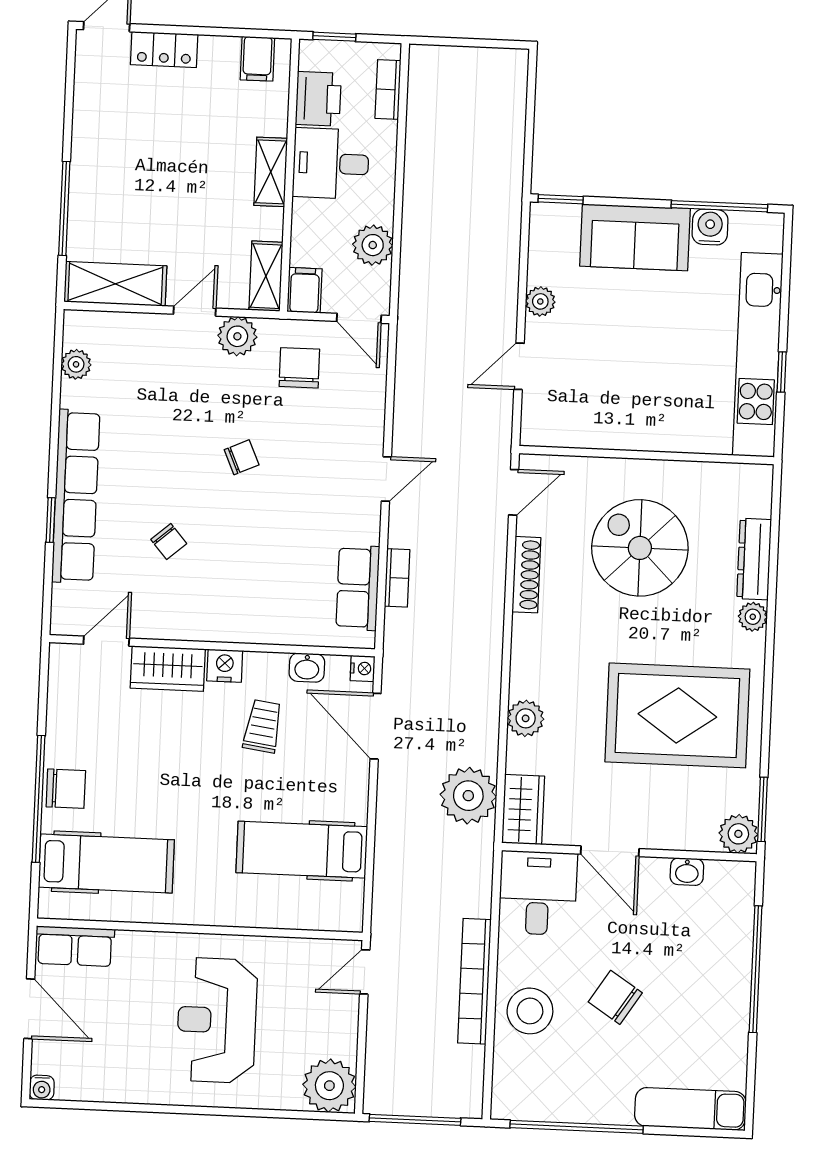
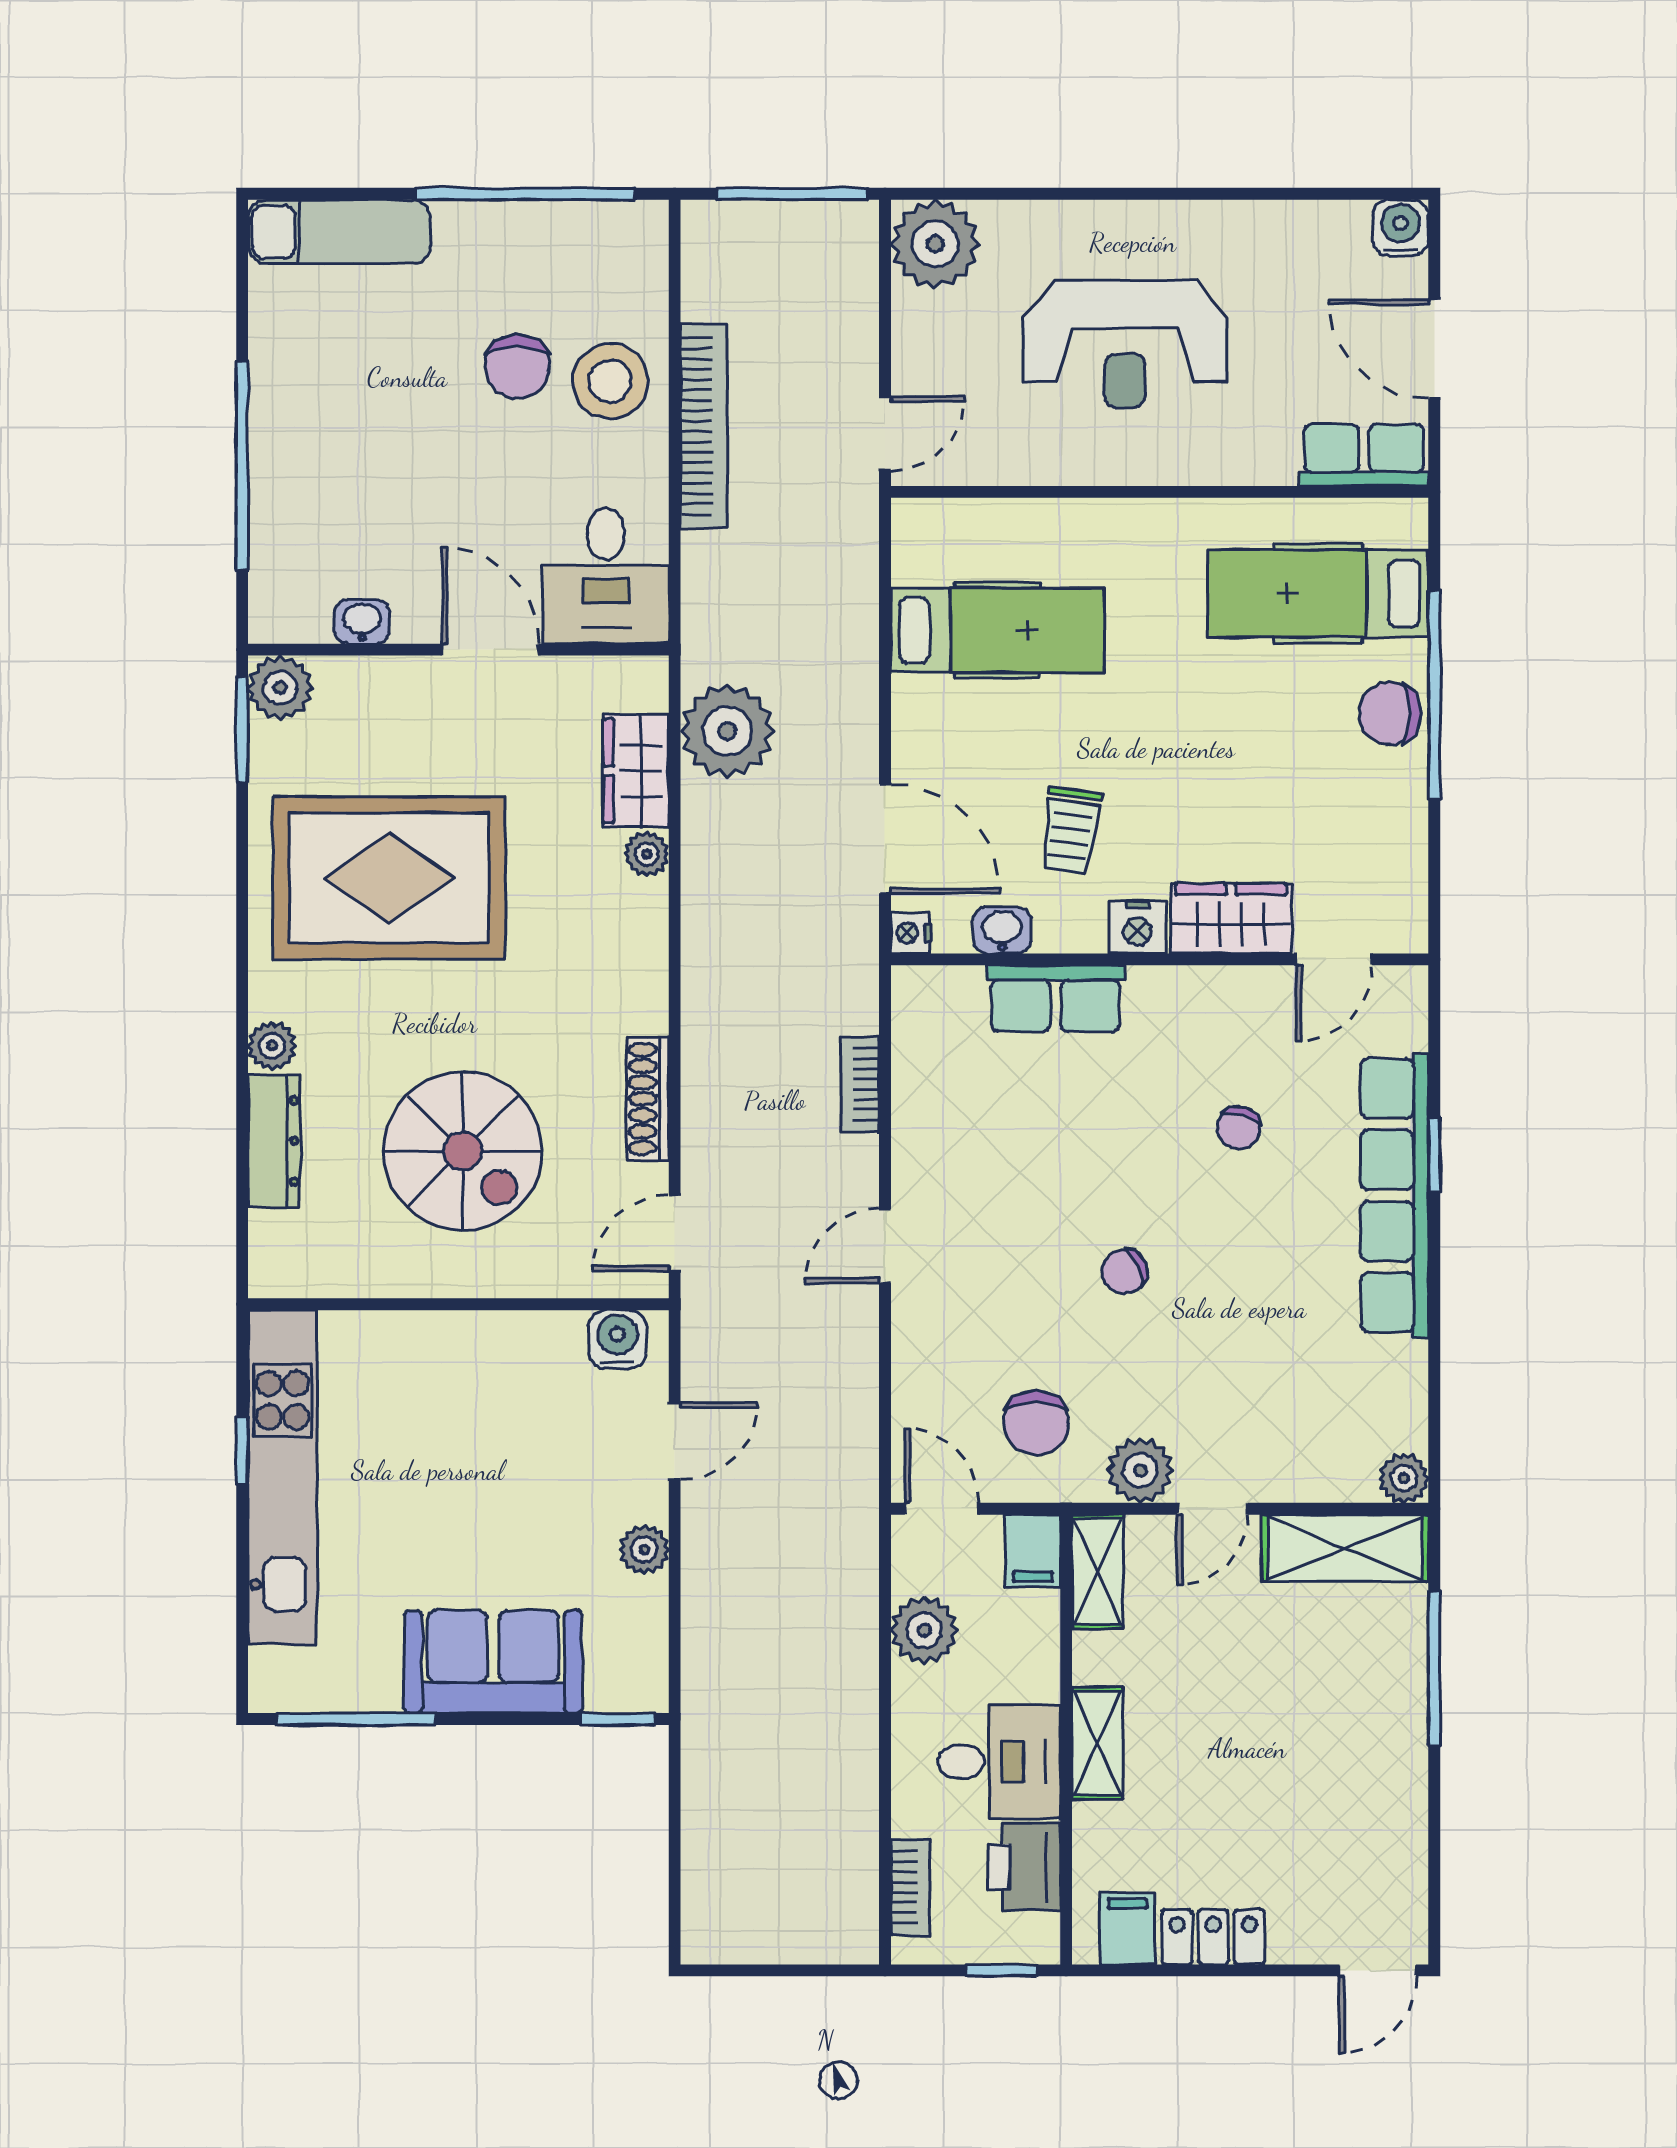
locker: (164, 49) -> (1213, 1937), moved
water cooler: (710, 227) -> (618, 1339), moved, turned 180
plant: (76, 364) -> (1404, 1478), moved
chair: (169, 541) -> (1239, 1128), turned -122
row of seats: (358, 588) -> (1055, 998), moved, turned 90
plant: (526, 718) -> (647, 854), width x0.73, depth x0.73
wardrobe: (523, 810) -> (636, 771), moved
chair: (615, 997) -> (517, 367), moved, turned 57
reception desk: (217, 1020) -> (1125, 343), turned 90
water cooler: (42, 1088) -> (1401, 228), width x1.38, depth x1.38

